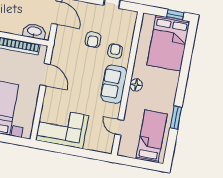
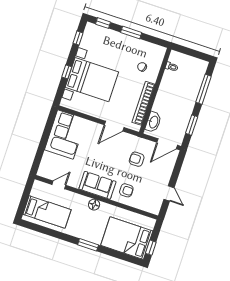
armchair: (93, 40) -> (137, 159), moved
window: (176, 118) -> (88, 245), moved

